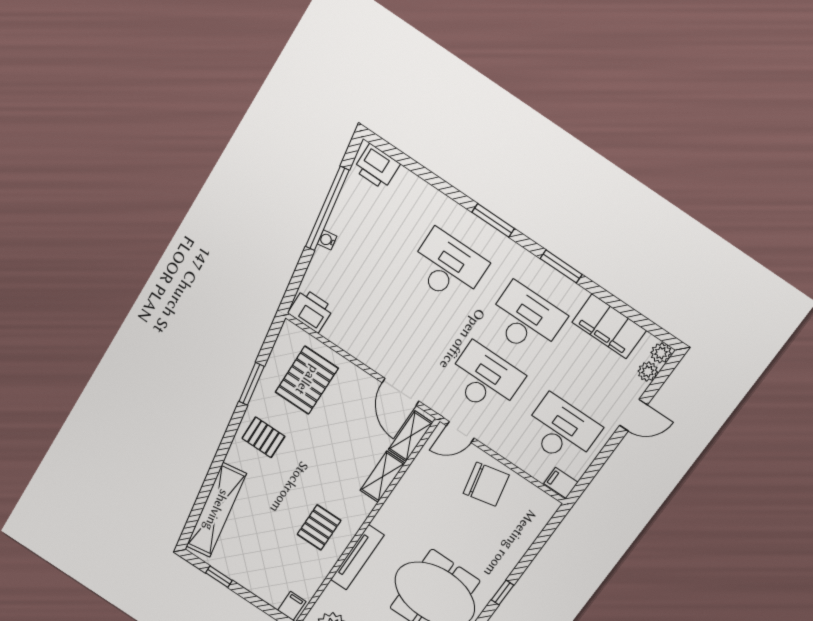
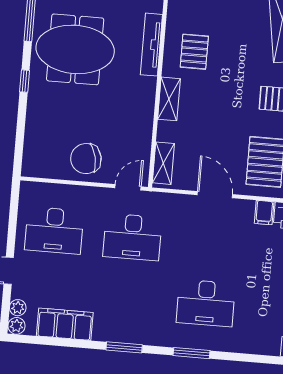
desk: (526, 319) -> (127, 296), removed
door: (400, 392) -> (215, 195), moved
shelving: (383, 477) -> (169, 99), moved
filing cabinet: (561, 483) -> (264, 213), moved, turned 90

